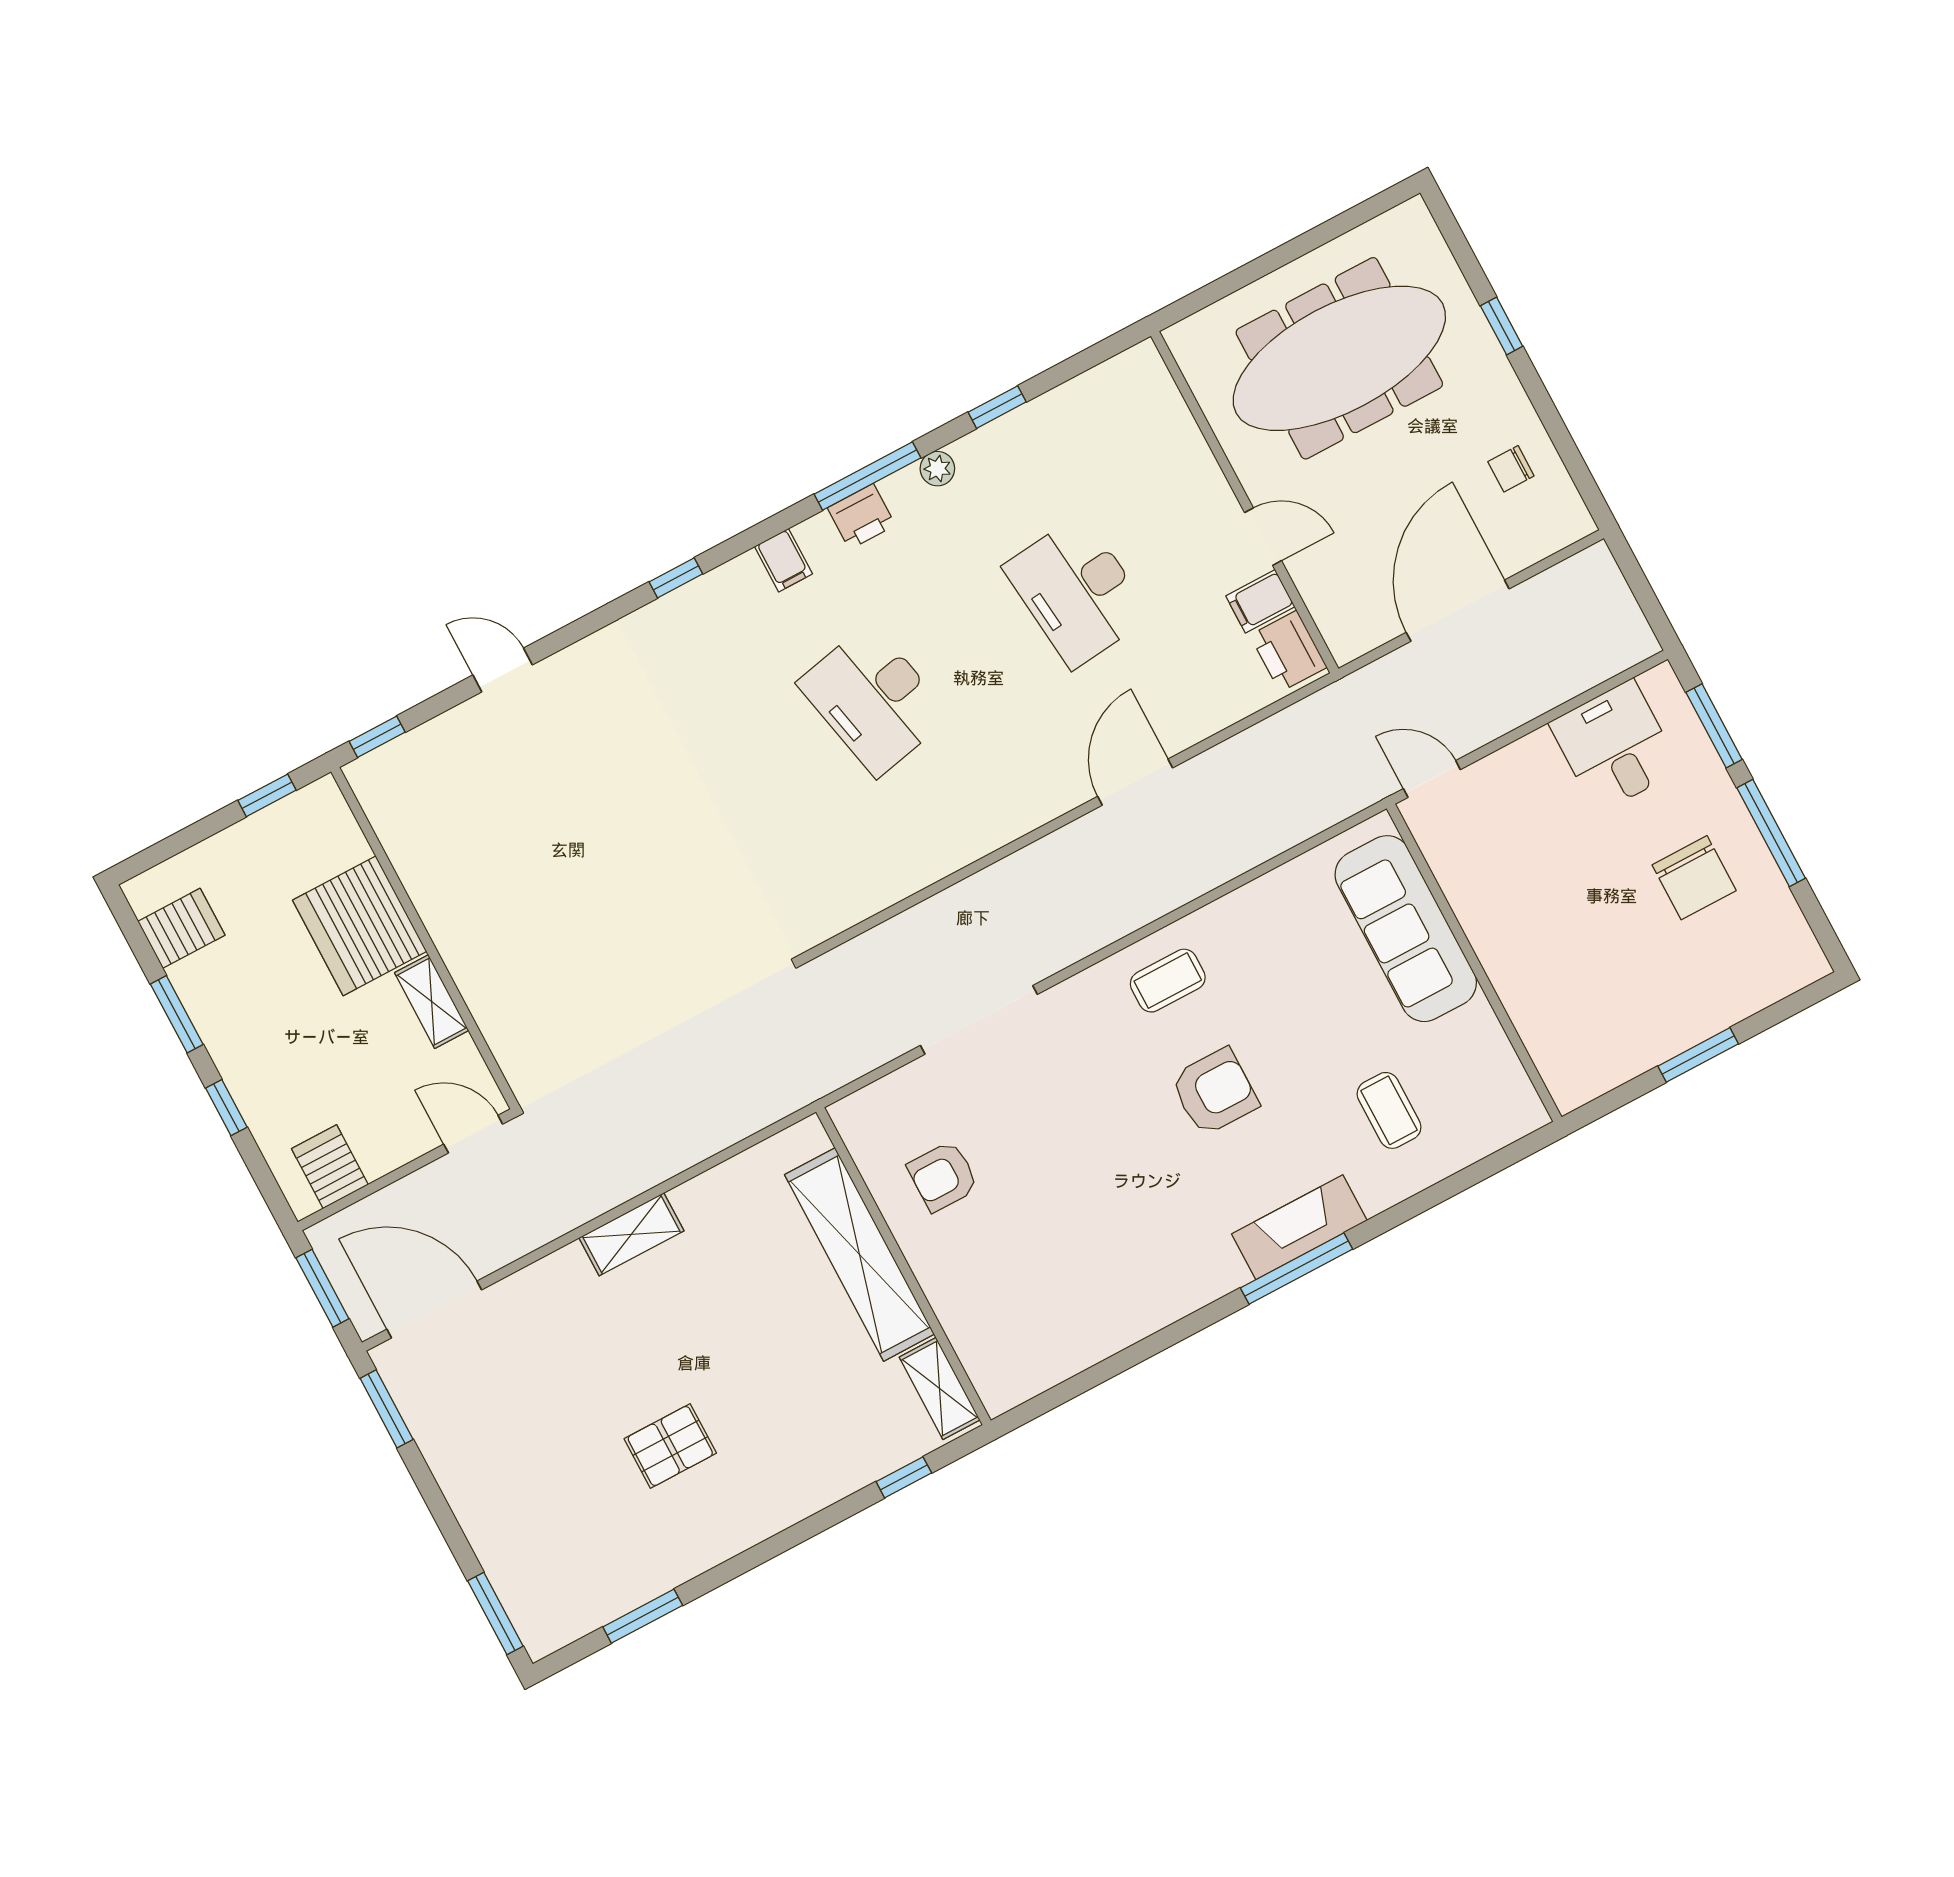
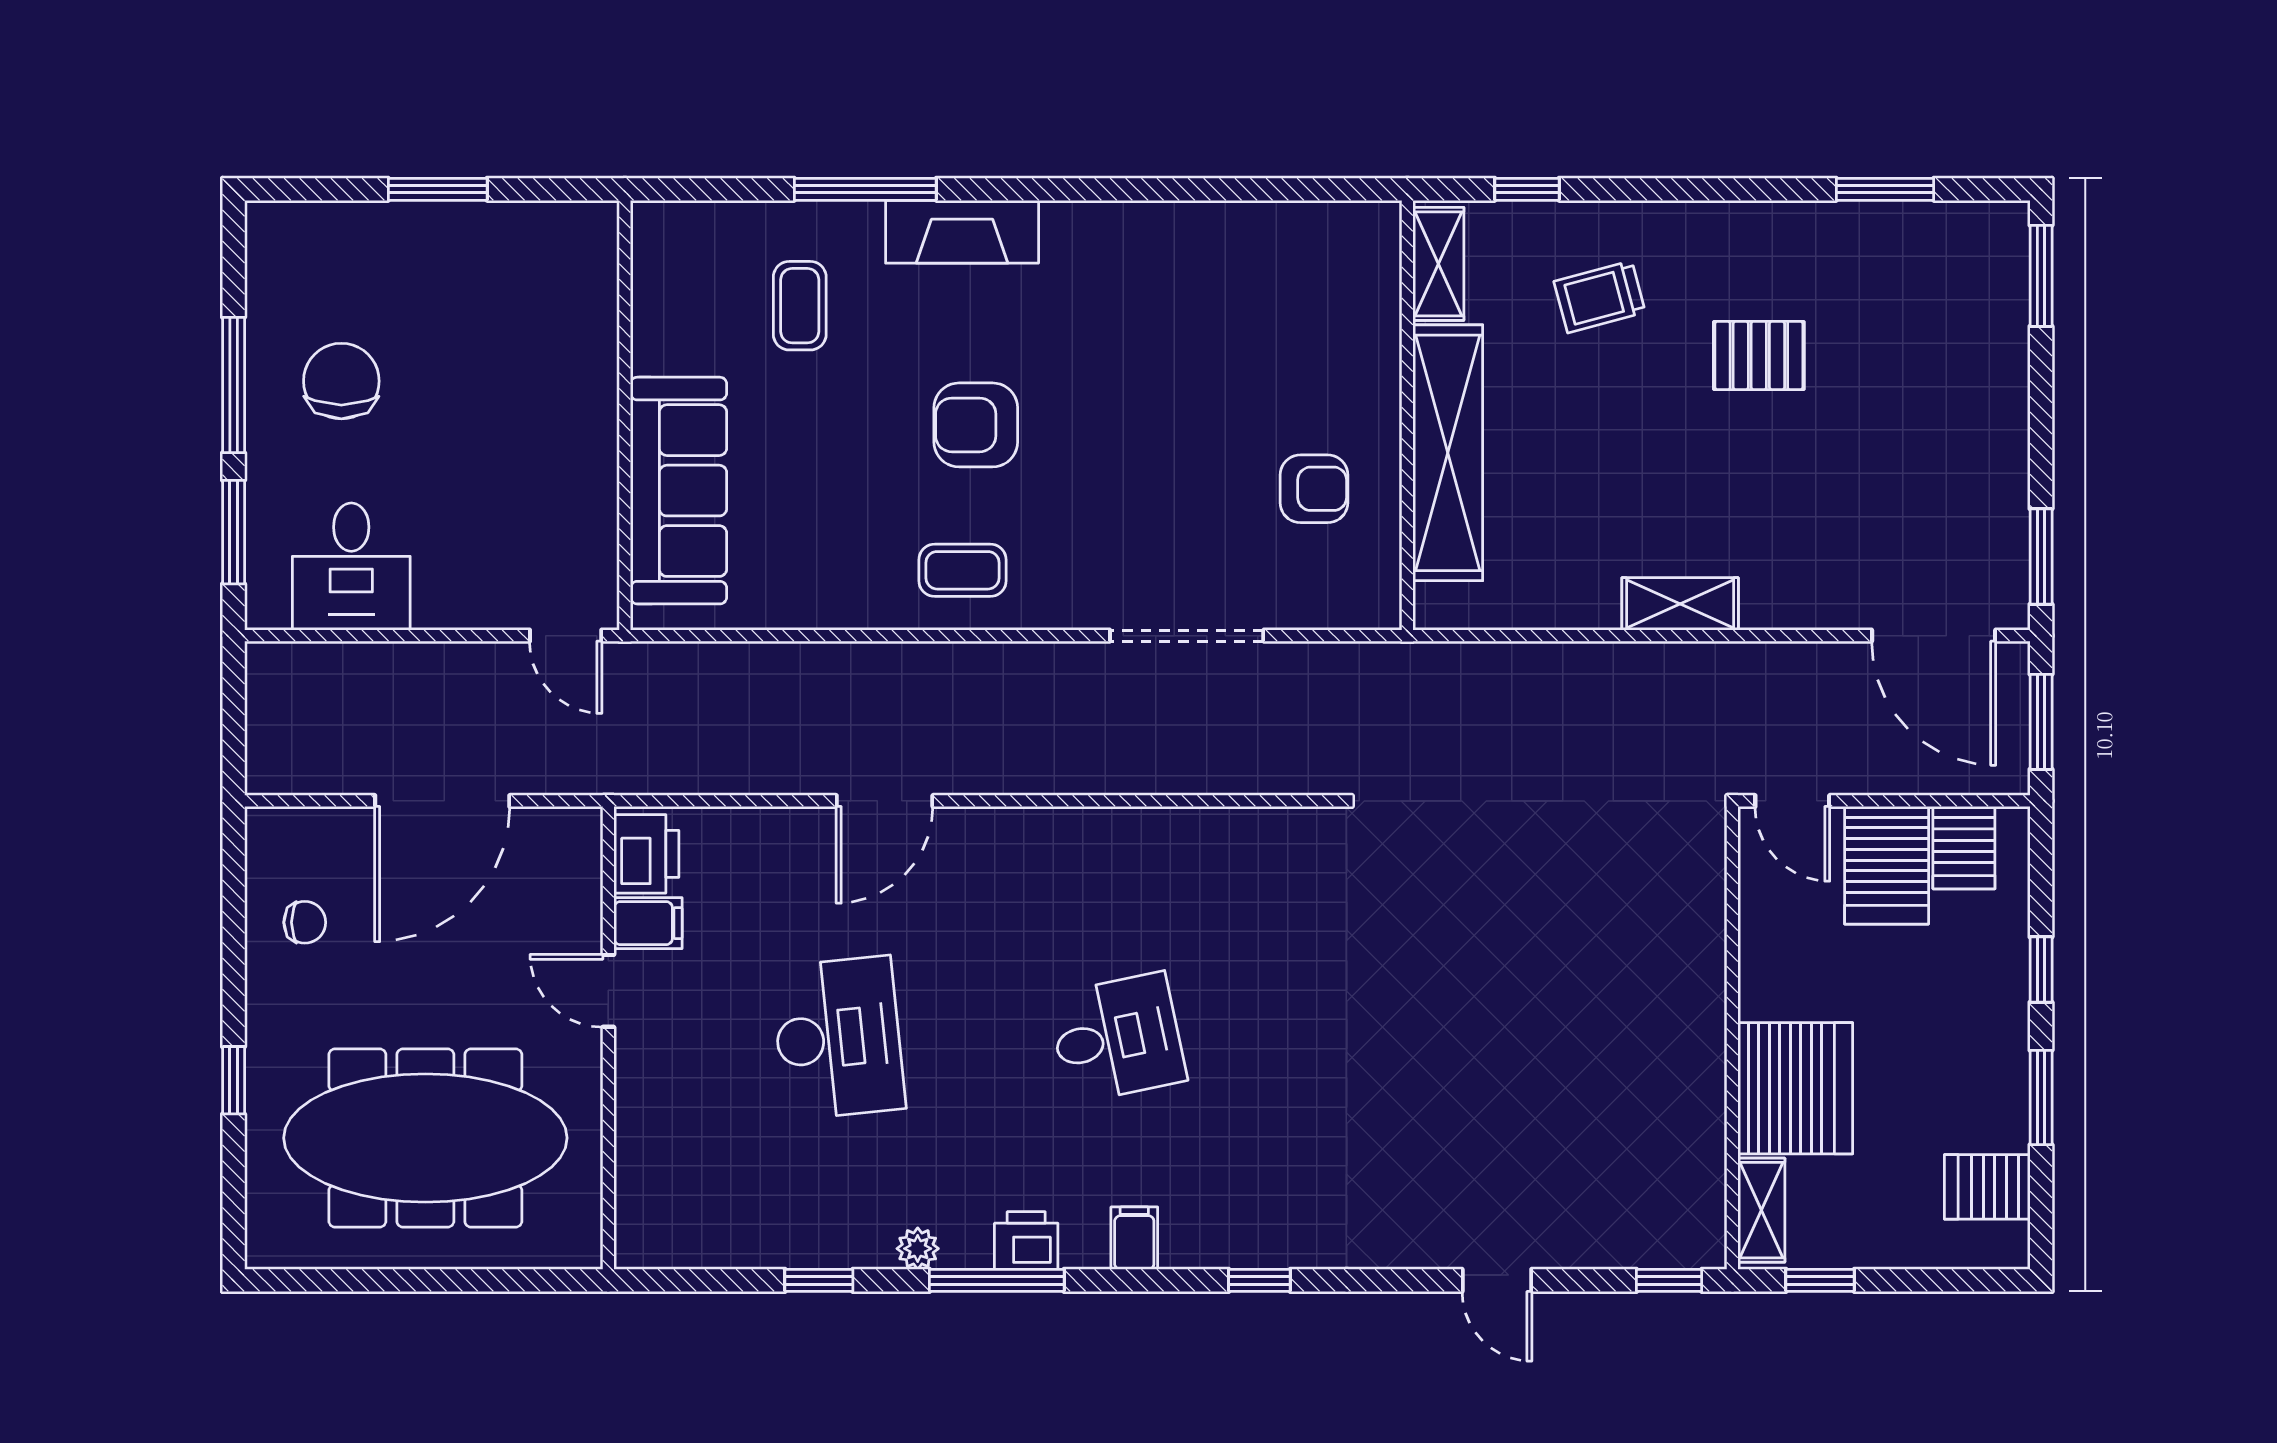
desk: (874, 699) -> (1117, 1038), width x0.73
shelving: (432, 1002) -> (1761, 1210), moved
server rack: (380, 1124) -> (1887, 865), added
window: (1297, 1269) -> (865, 189), moved
trolley: (809, 1427) -> (1600, 297), added

